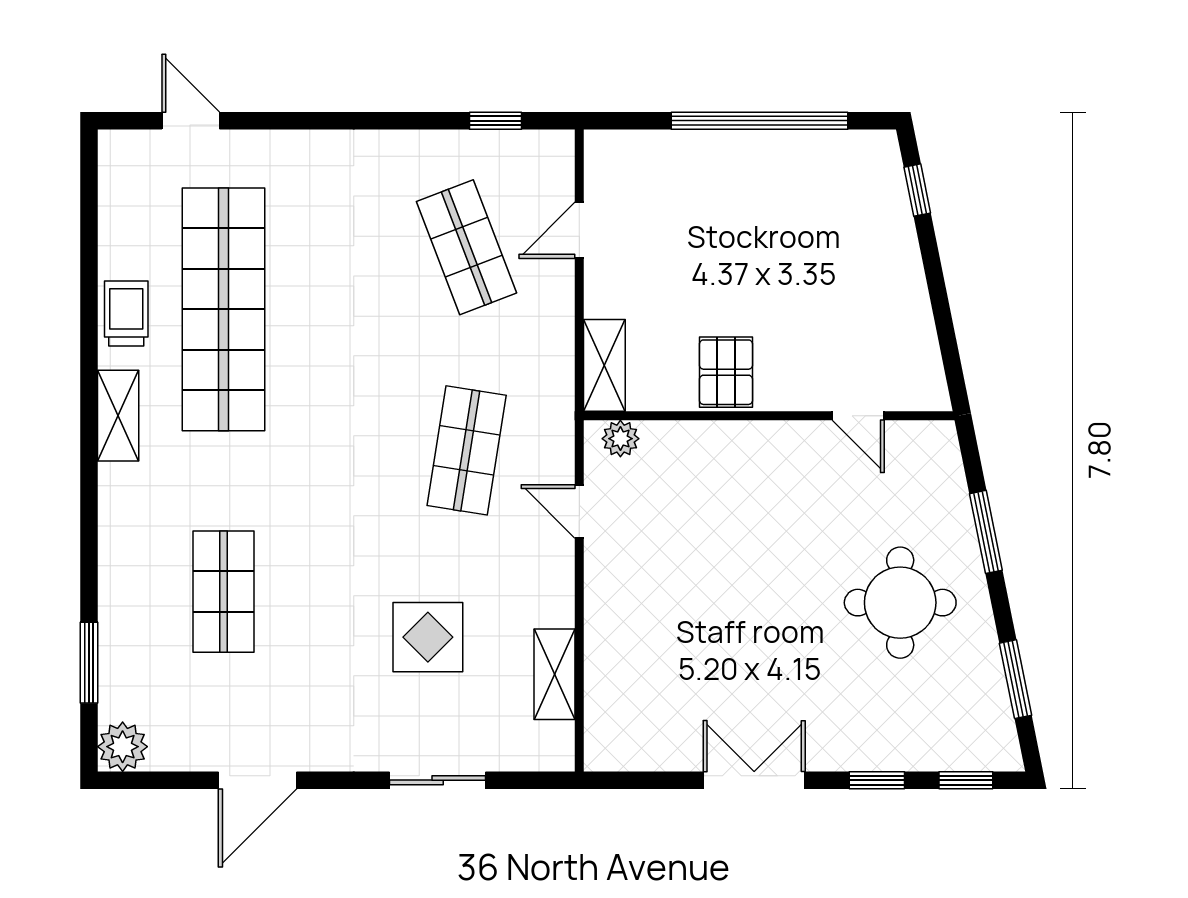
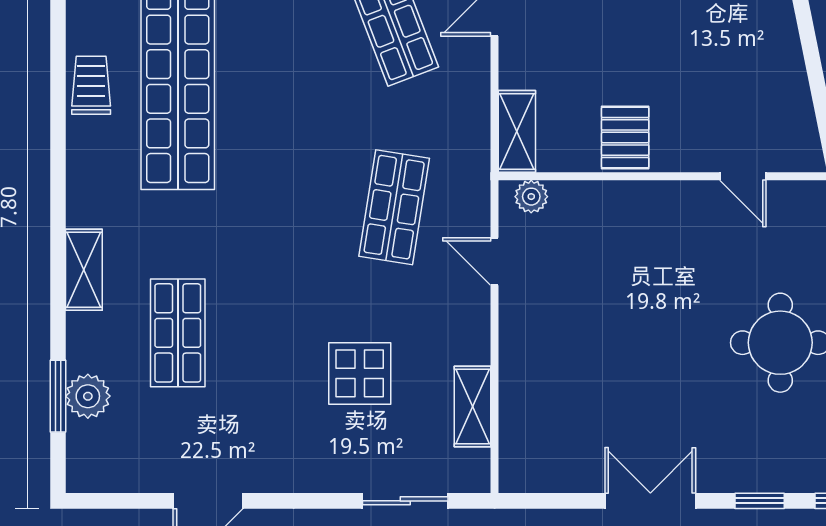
shelving: (118, 416) -> (84, 270), moved
plant: (123, 747) -> (88, 396), moved
sliding door: (438, 780) -> (405, 501), moved

